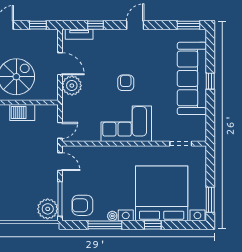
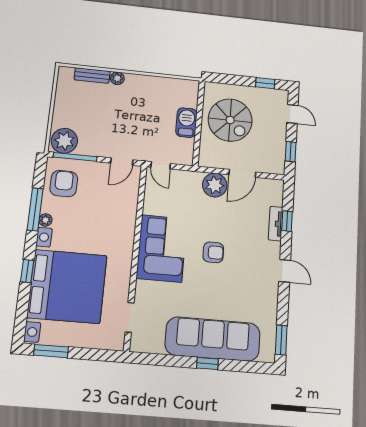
tv unit: (79, 34) -> (276, 224), moved

